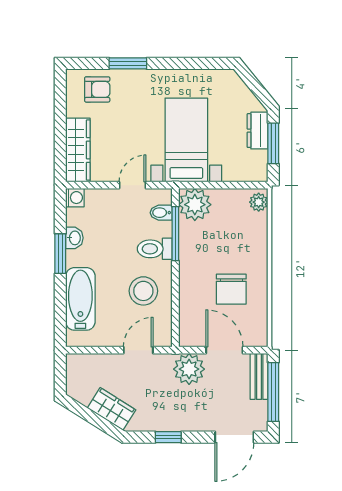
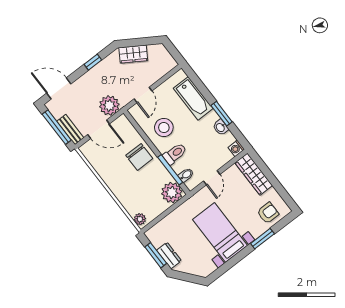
armchair: (97, 89) -> (268, 213), turned 180
bed with nightstands: (186, 140) -> (220, 232), moved, turned 180
chair: (231, 289) -> (139, 157), moved, turned 180
door: (234, 437) -> (59, 88), hinge flipped

